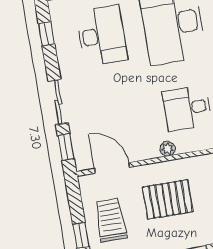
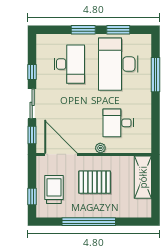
window: (47, 34) -> (32, 72), moved
door: (112, 168) -> (61, 154), width x1.36

